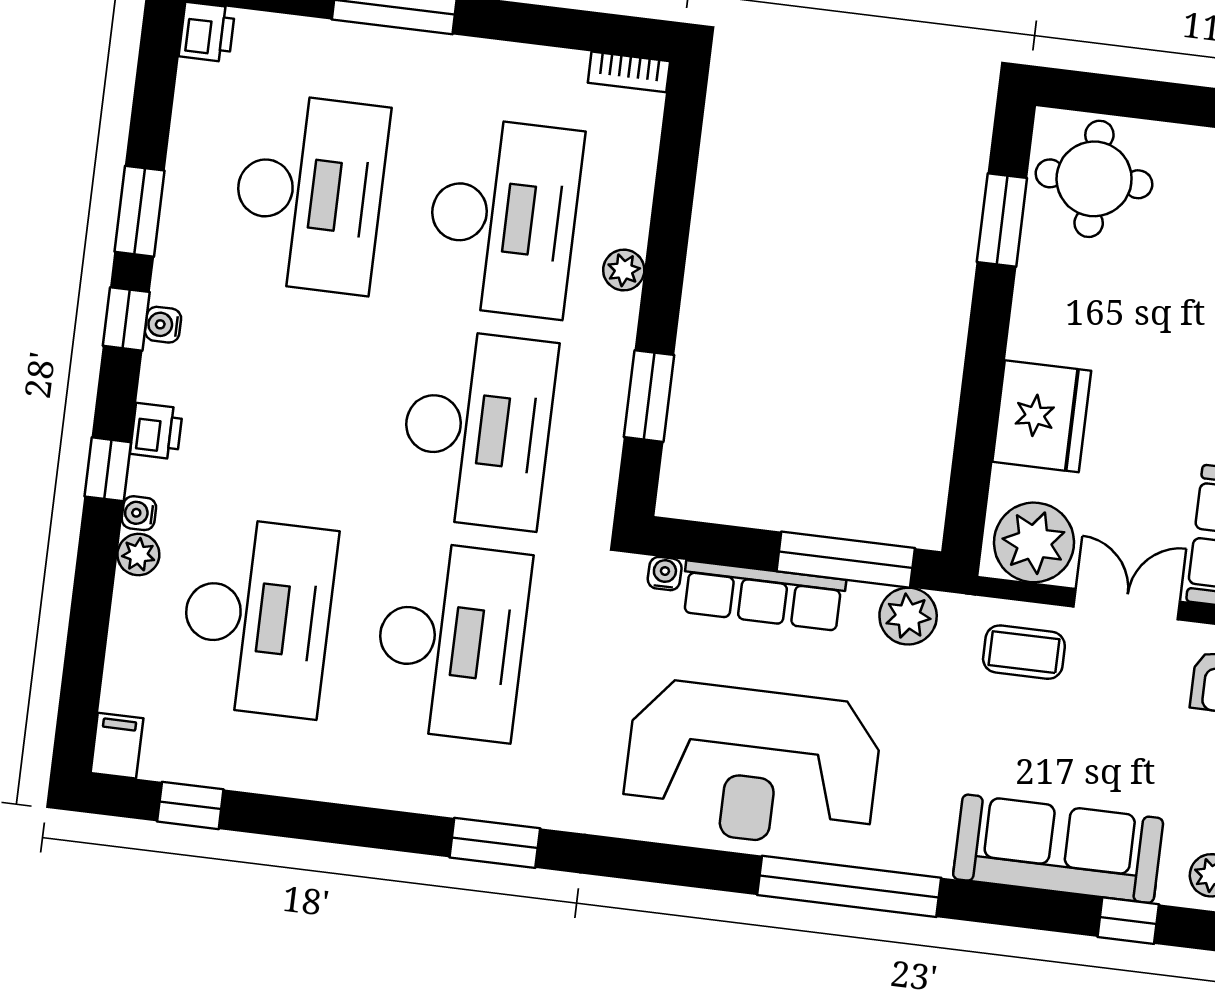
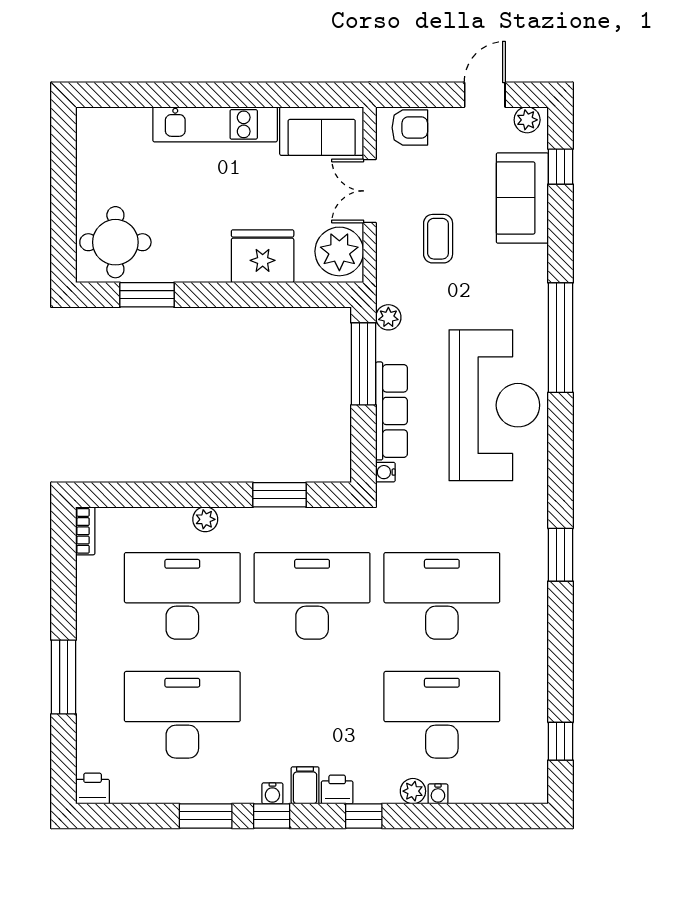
water cooler: (139, 513) -> (438, 794), moved
plant: (908, 616) -> (388, 317), width x0.73, depth x0.73
coffee table: (1024, 652) -> (438, 239), moved
filing cabinet: (117, 746) -> (305, 785), moved, turned 90
sofa: (1058, 849) -> (522, 198), width x0.73

